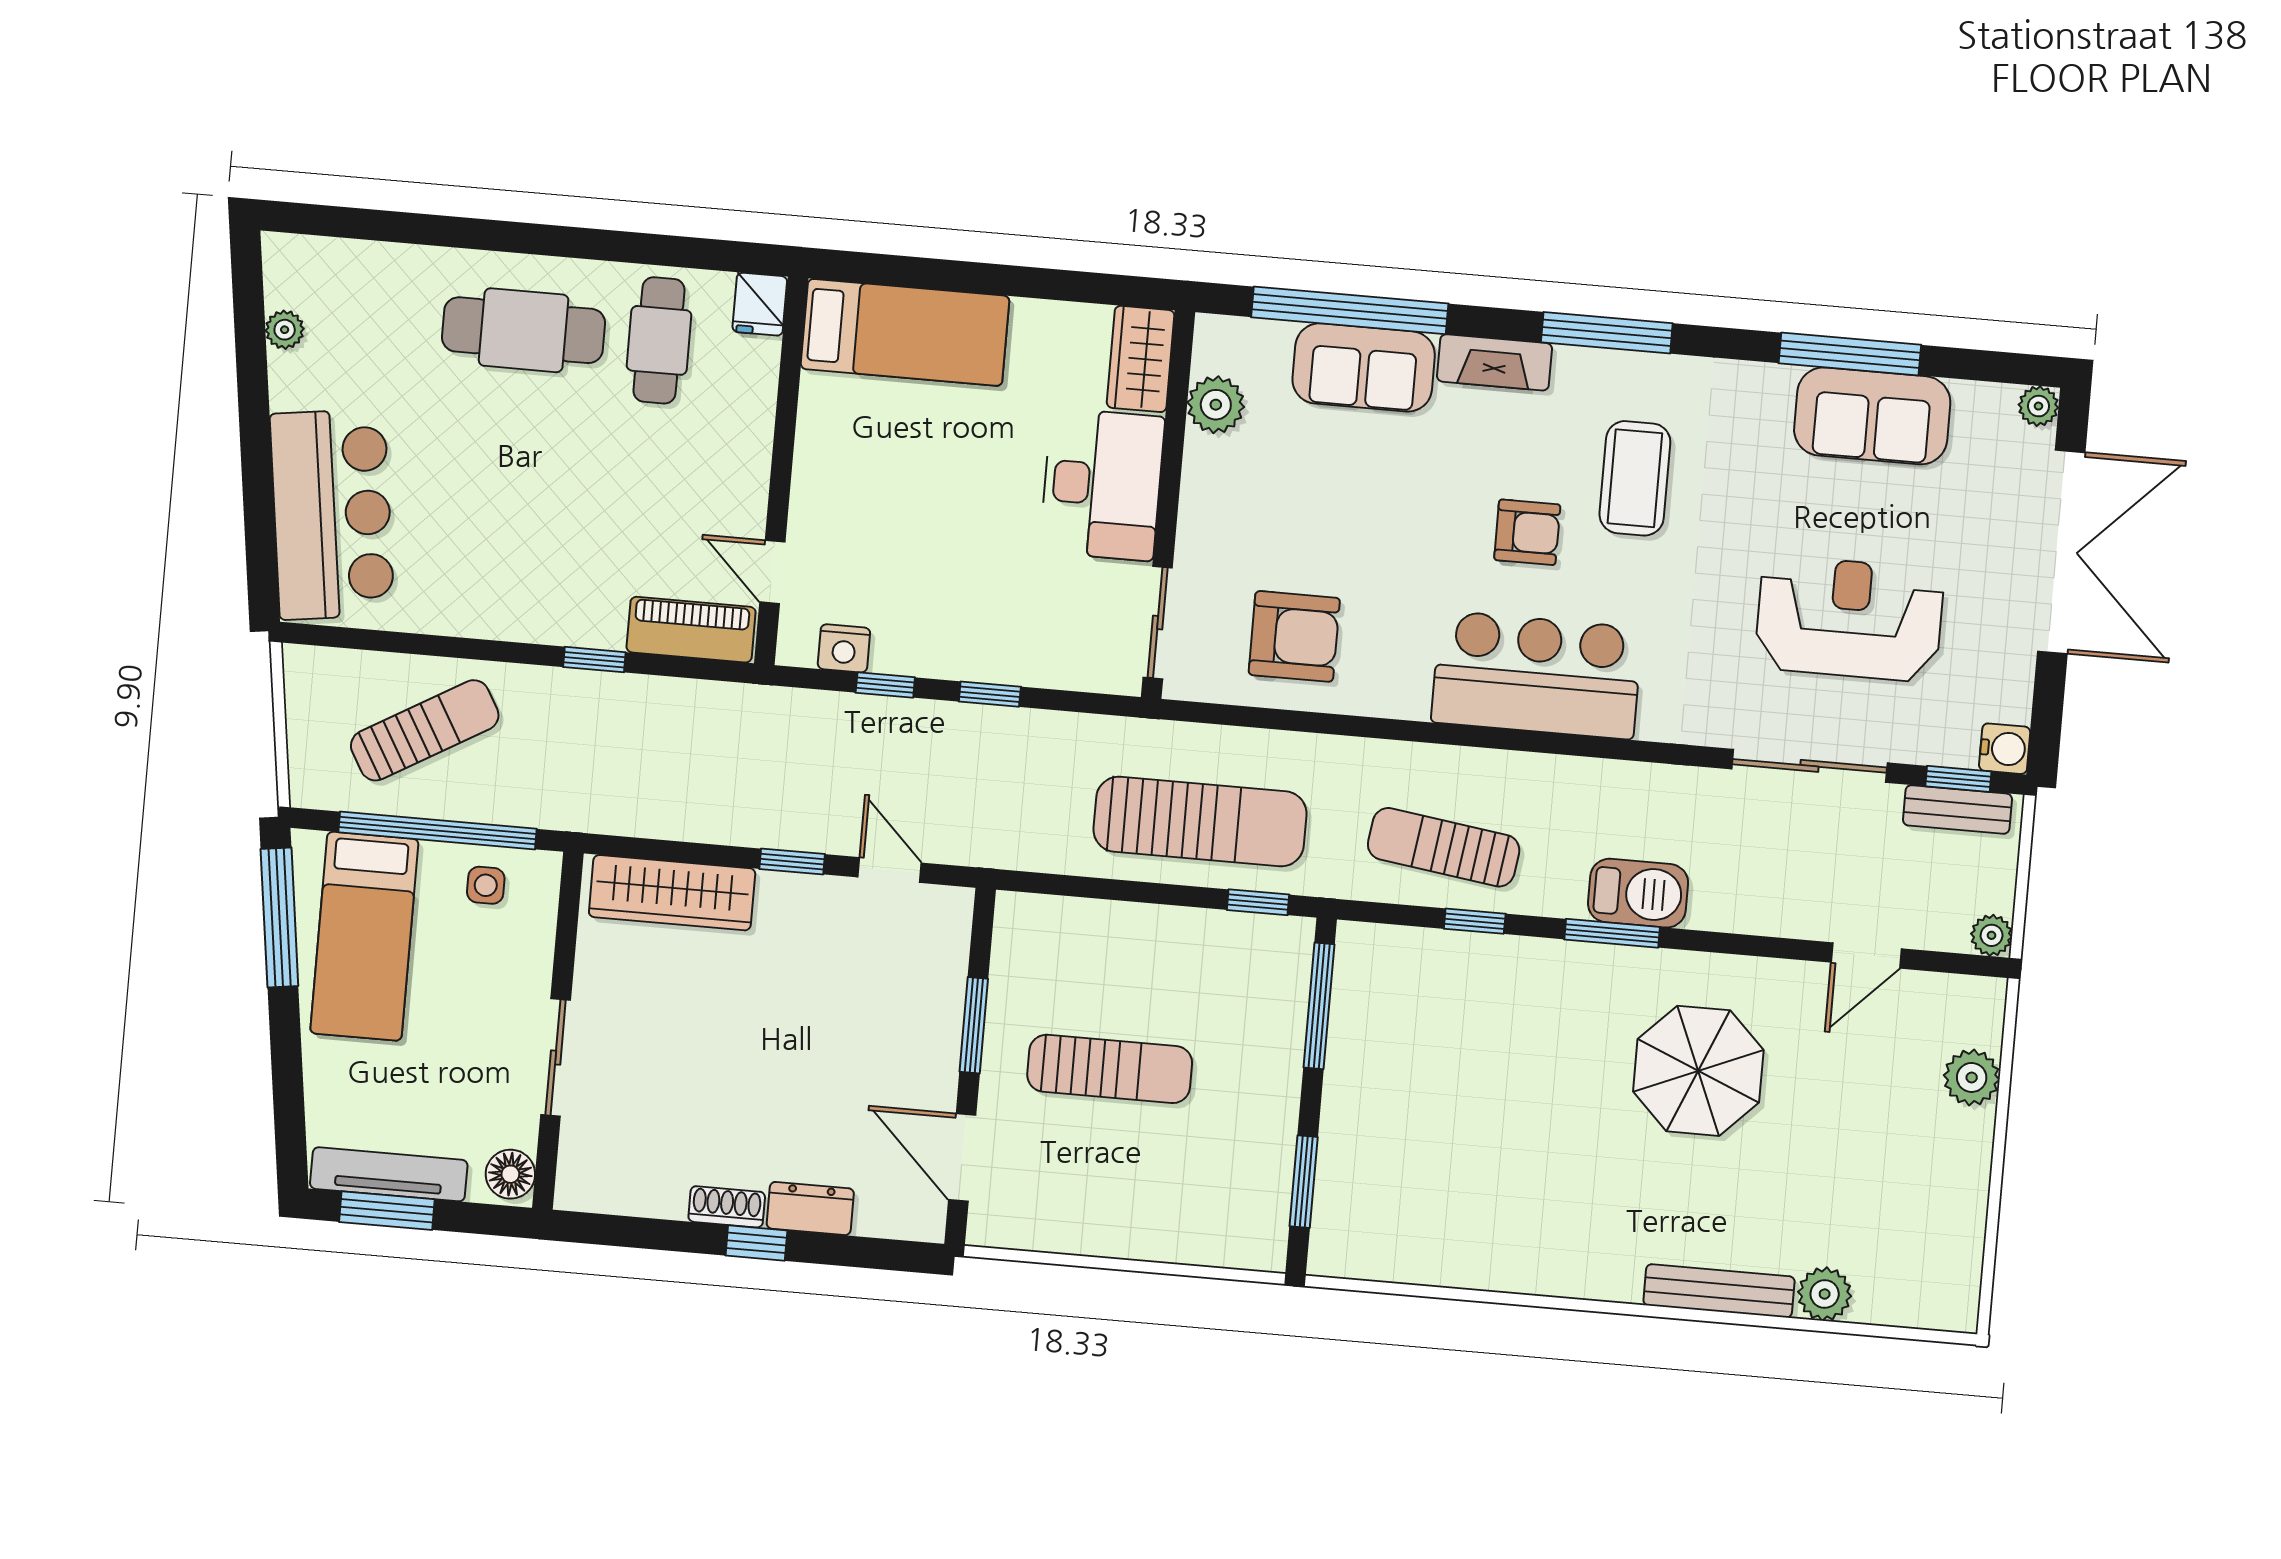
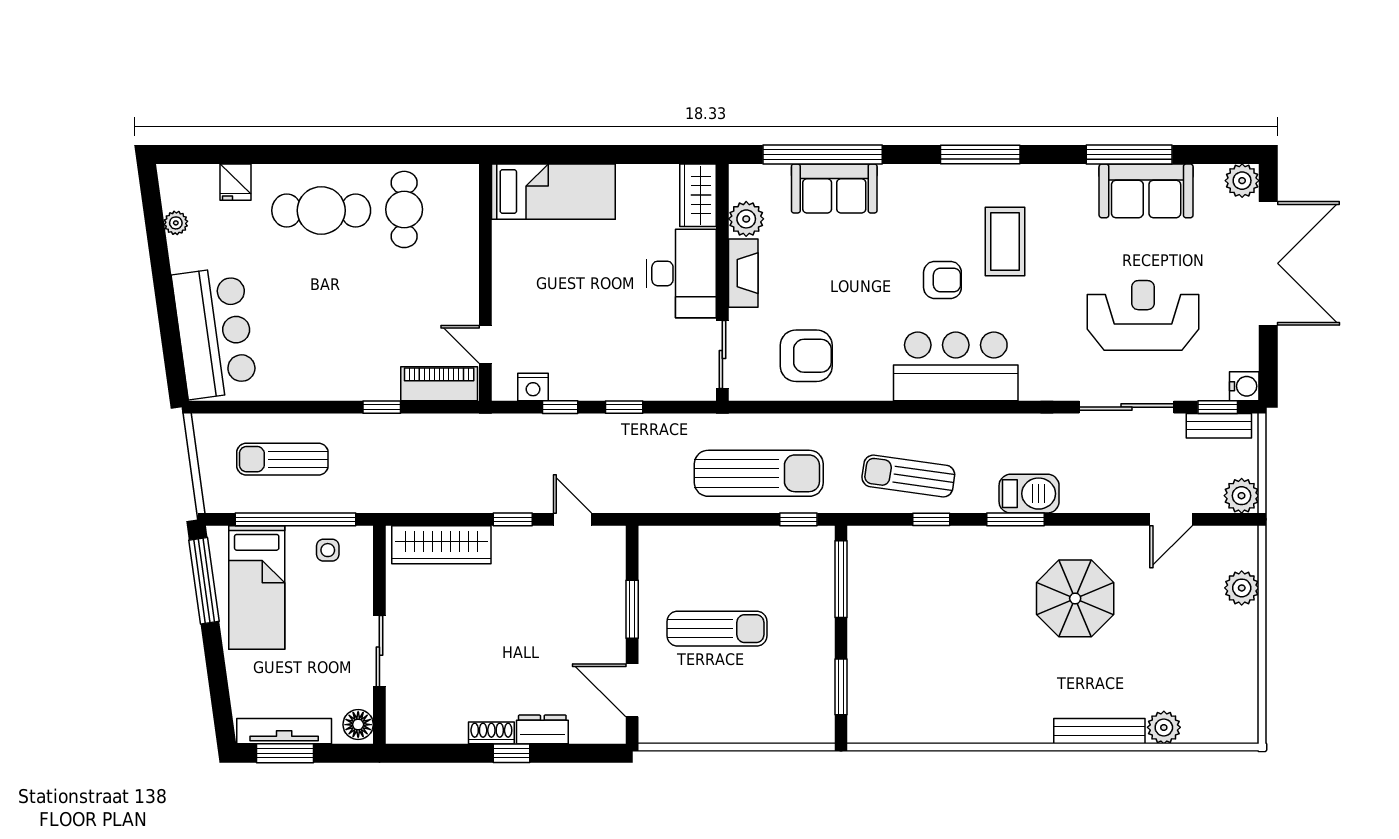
fridge: (760, 304) -> (235, 182), moved
fireplace: (1495, 362) -> (743, 273), moved, turned -90
plant: (2038, 406) -> (1242, 181), width x1.38, depth x1.38
sun lounger: (425, 730) -> (282, 459), turned -150
plant: (1992, 935) -> (1242, 496), width x1.38, depth x1.38

